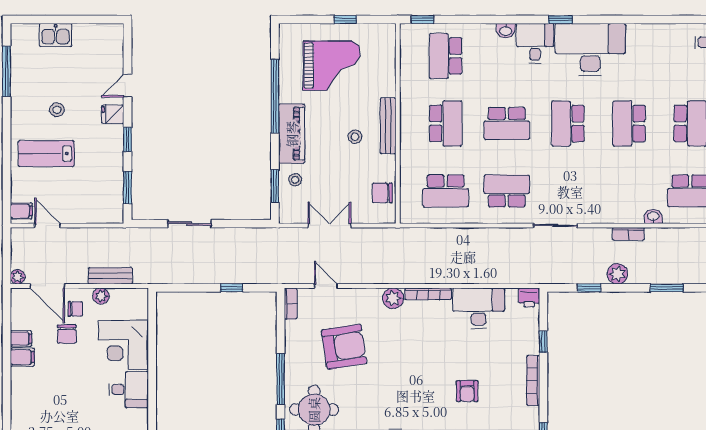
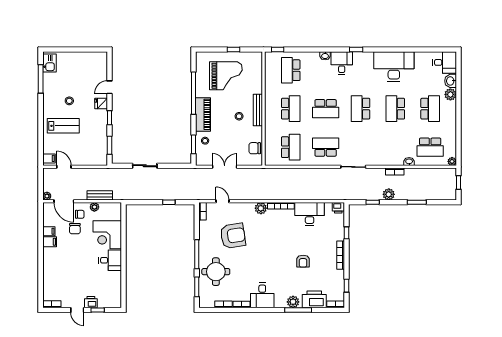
kitchen sink: (56, 35) -> (49, 63), moved, turned -90
desk: (590, 49) -> (394, 67), moved
lab bench: (46, 154) -> (63, 126), turned 180
school desk: (446, 191) -> (291, 147), turned -90

